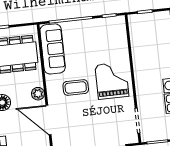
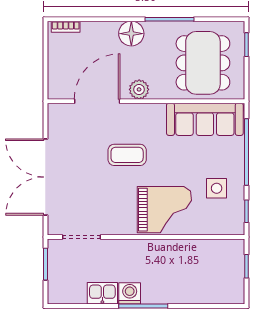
side table: (96, 37) -> (217, 188), added
grand piano: (112, 81) -> (164, 210), moved
coffee table: (76, 88) -> (127, 155), moved, turned 90

